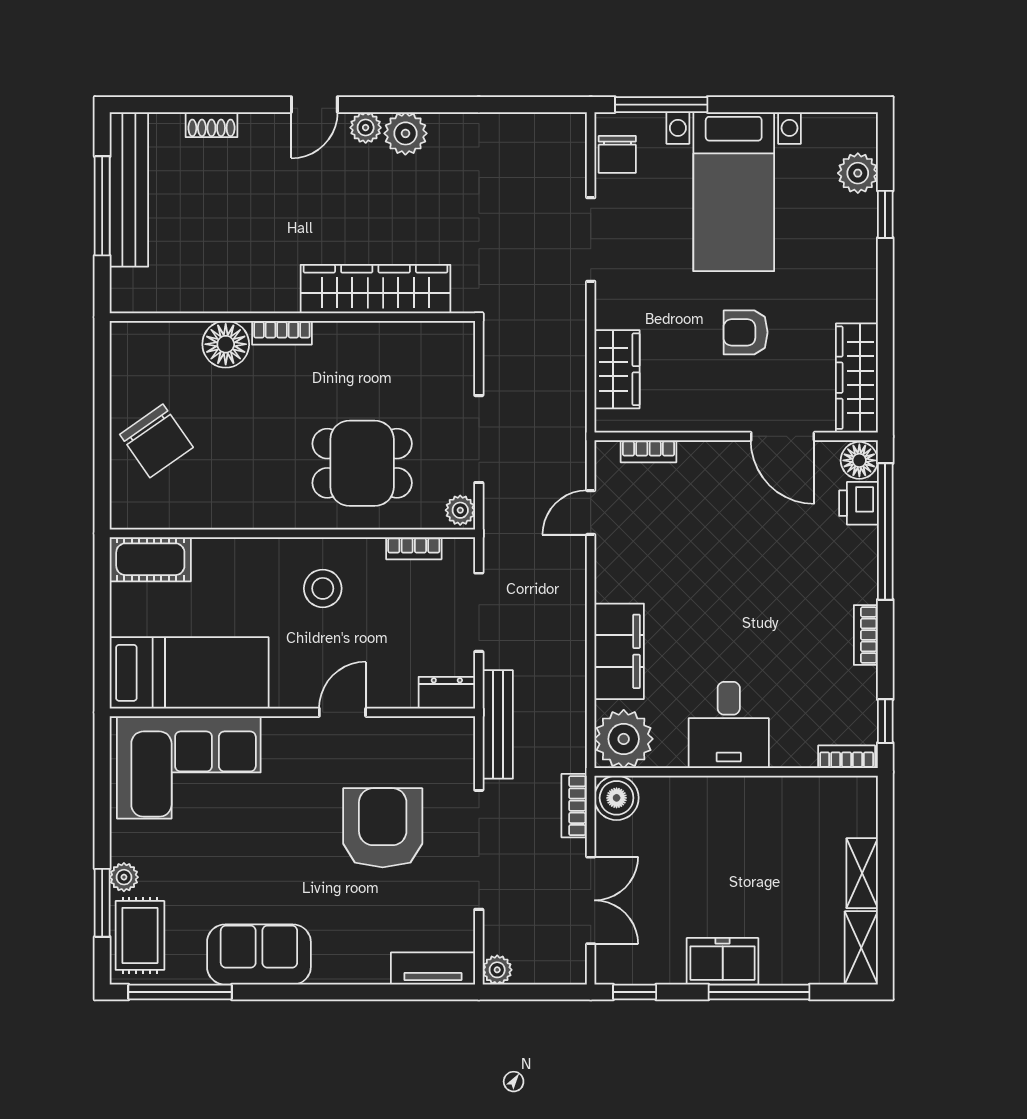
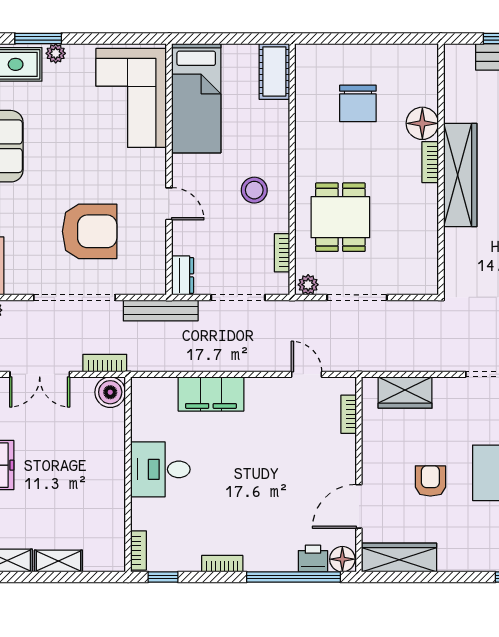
wardrobe: (375, 289) -> (460, 175), moved
chair: (156, 441) -> (358, 103), moved, turned -55
plant: (624, 739) -> (151, 397), removed

